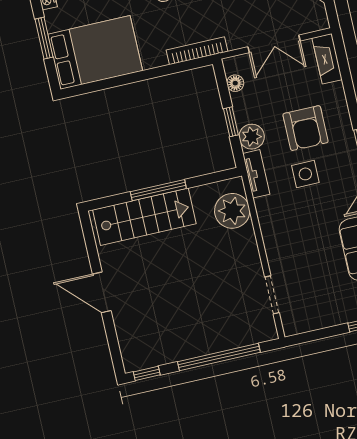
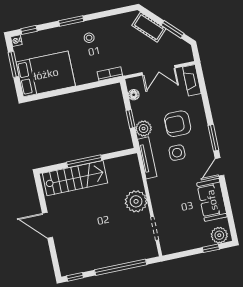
bookcase: (197, 51) -> (110, 74), width x0.64
armchair: (306, 128) -> (178, 124), turned 90
tv unit: (256, 174) -> (147, 158), width x1.41
plant: (232, 211) -> (136, 201), moved

